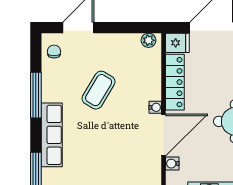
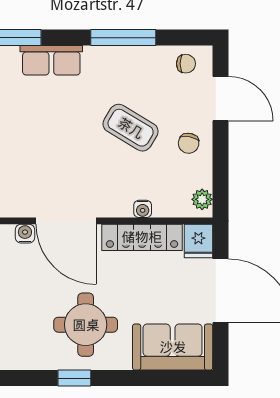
chair: (109, 50) -> (189, 143), added
water cooler: (155, 107) -> (143, 209), moved
row of seats: (52, 135) -> (51, 60), width x0.68

